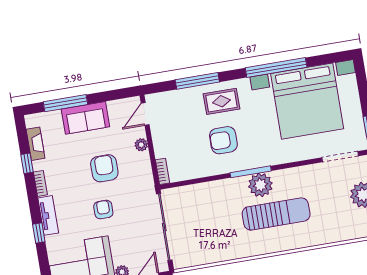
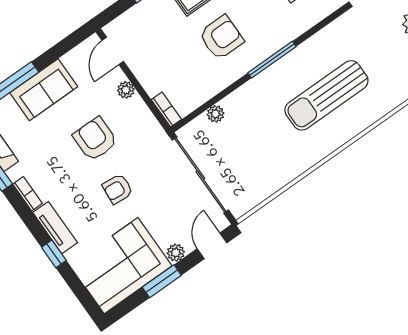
armchair: (223, 140) -> (221, 37), turned 180
plant: (260, 185) -> (216, 114), moved, width x0.53, depth x0.53
armchair: (103, 210) -> (118, 189), turned -85
sun lounger: (276, 214) -> (326, 95), turned 180

